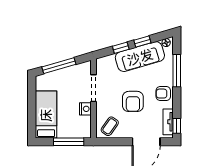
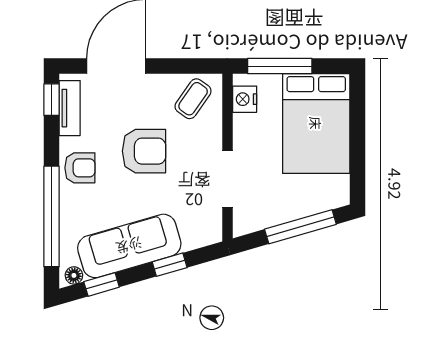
window: (142, 41) -> (102, 284), moved
window: (177, 71) -> (51, 216), width x1.46
armchair: (133, 101) -> (144, 151), turned 90
nightstand: (85, 109) -> (245, 99), moved
bed: (46, 115) -> (316, 123), width x1.50

